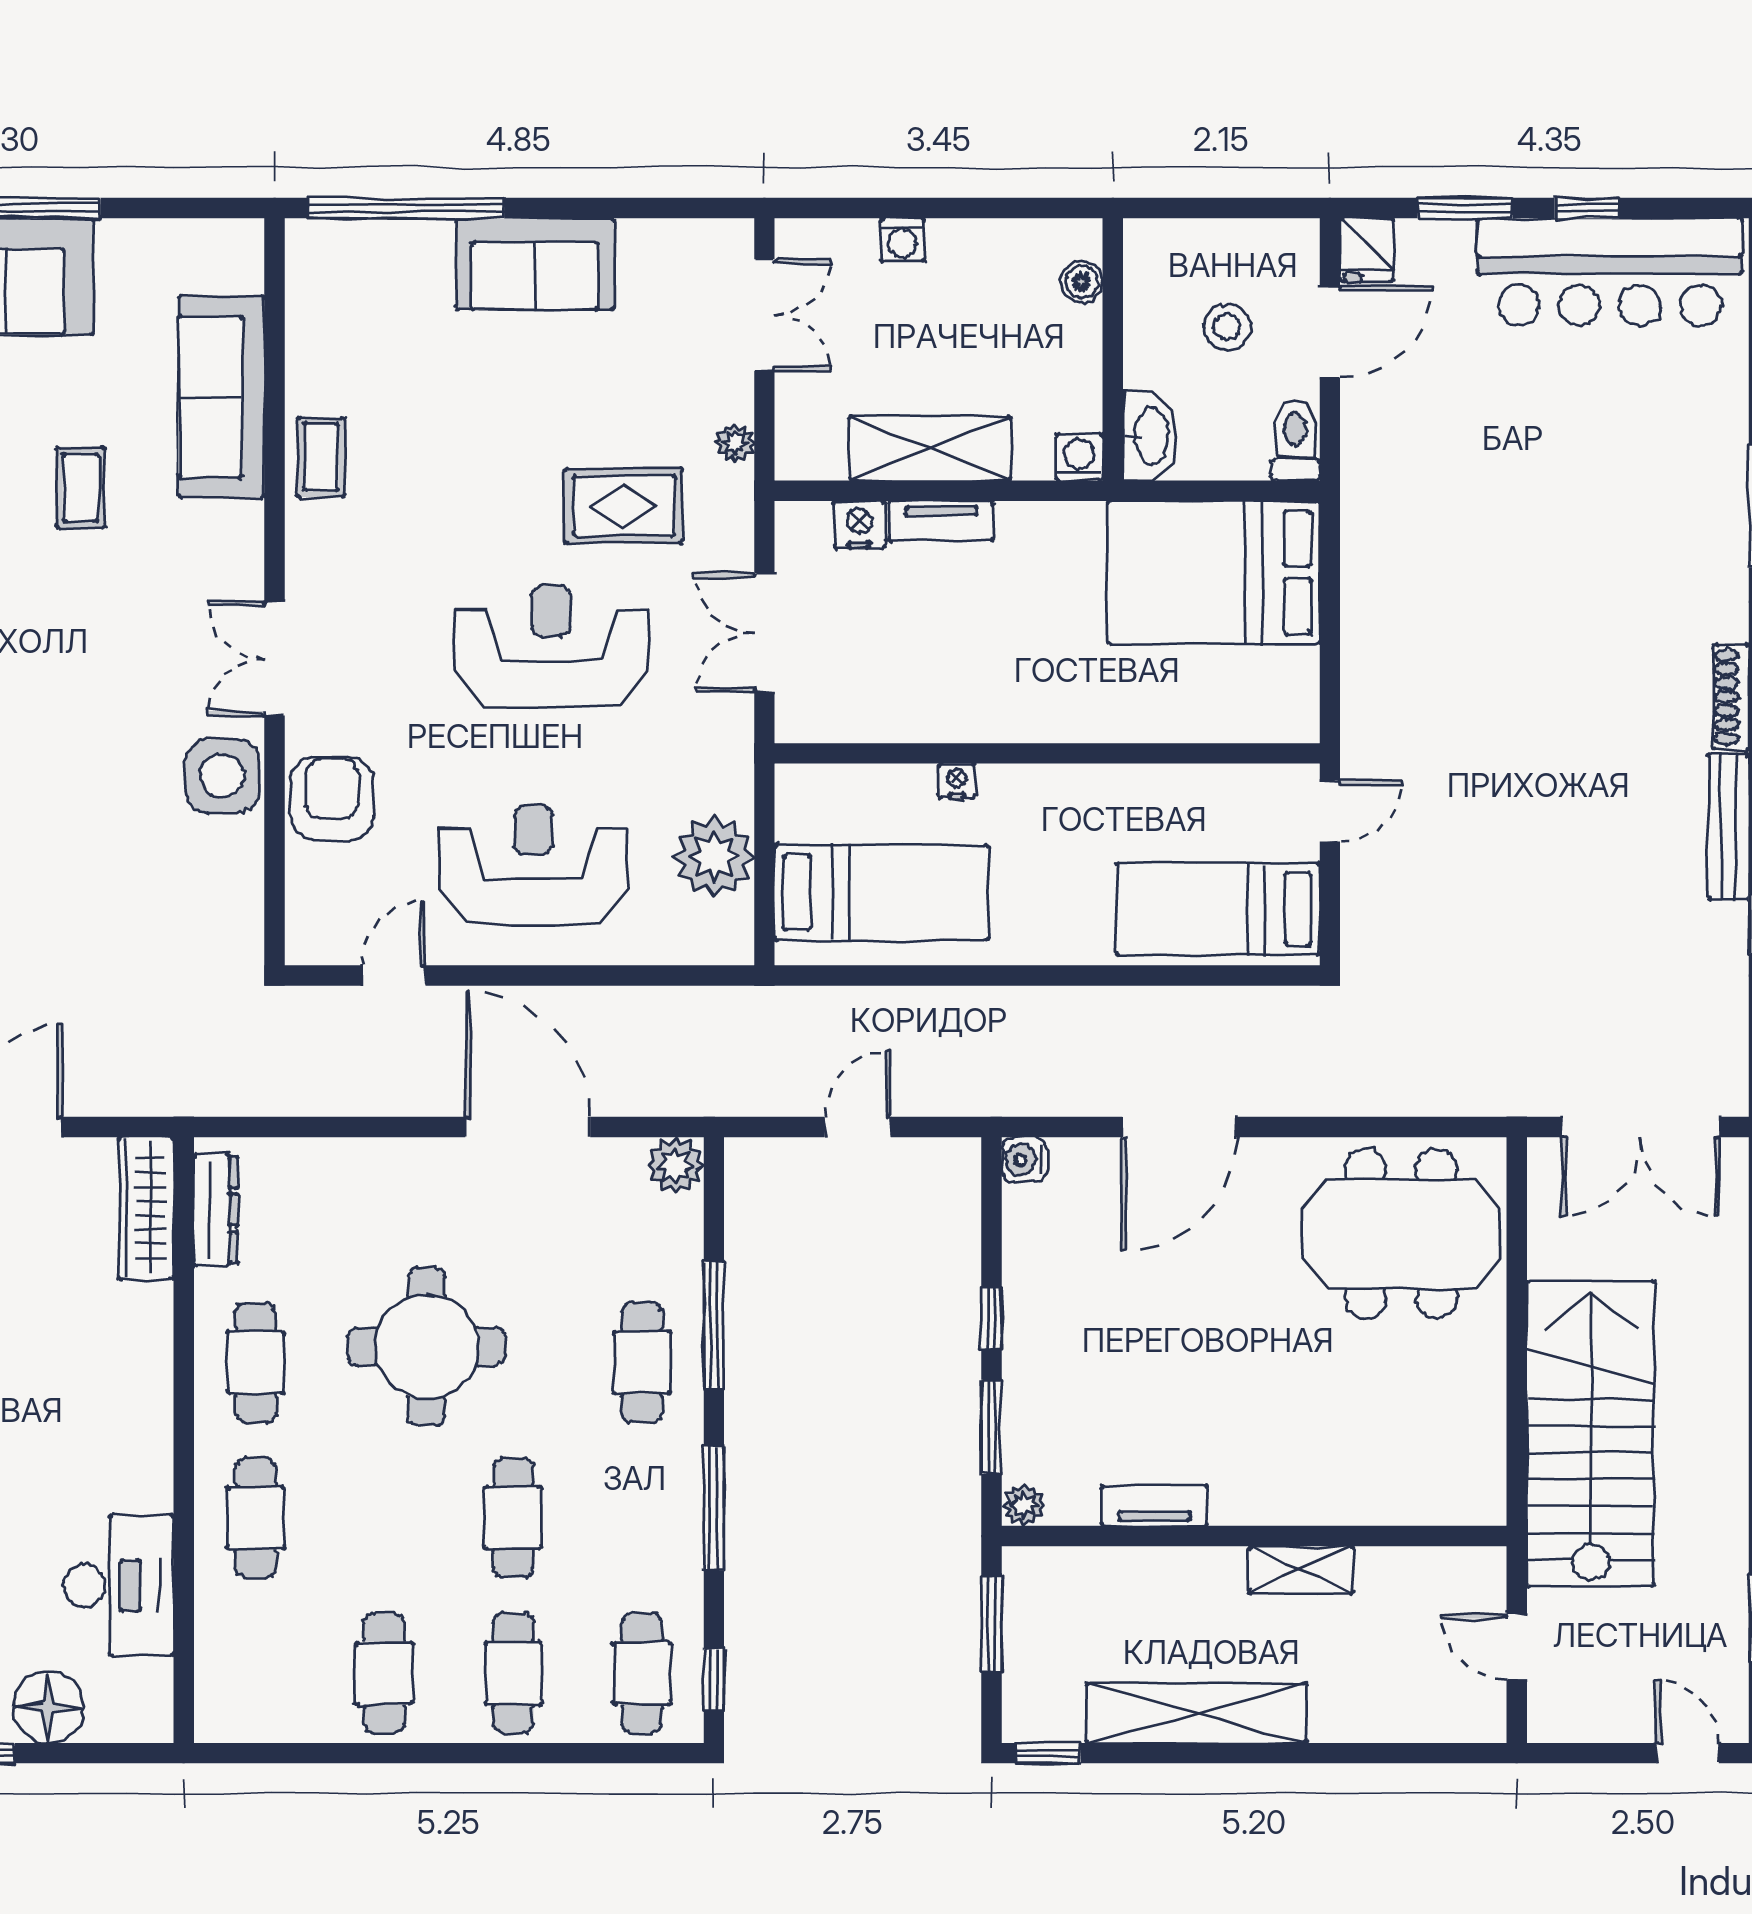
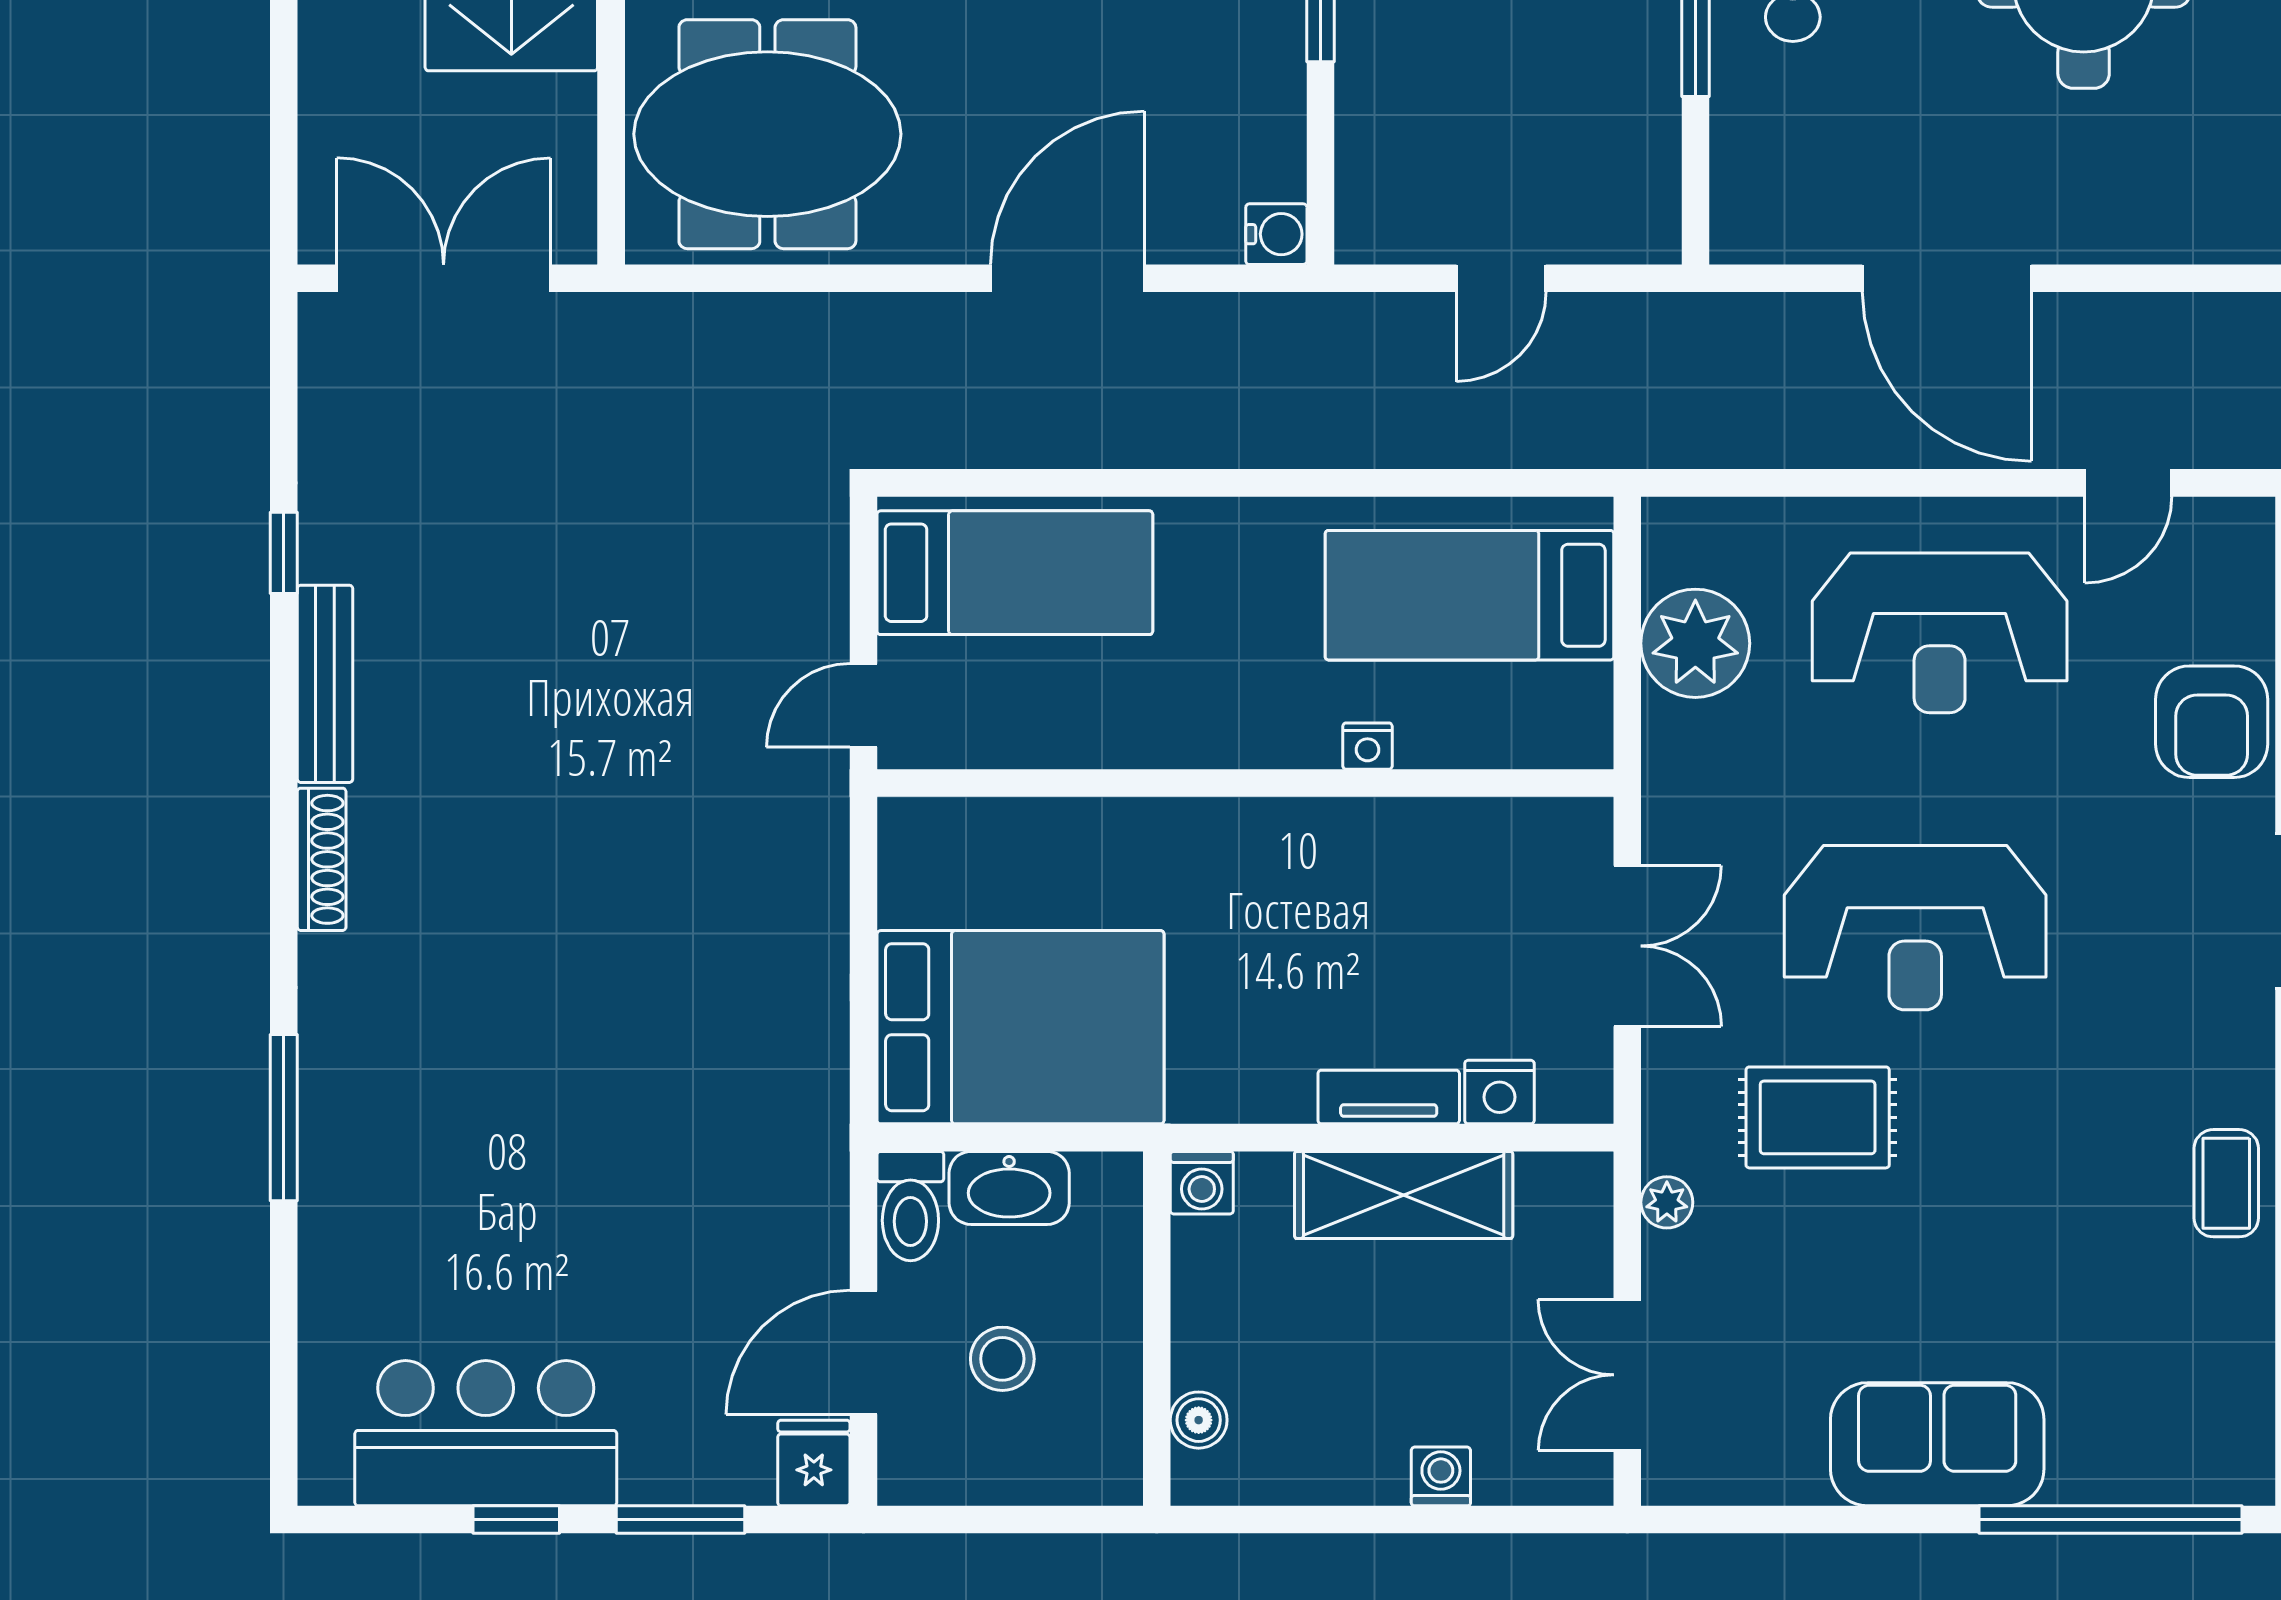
bar counter: (1610, 272) -> (486, 1433), width x0.73
washbasin: (1150, 436) -> (1009, 1188), moved, turned -90
plant: (675, 1166) -> (1748, 226), removed

